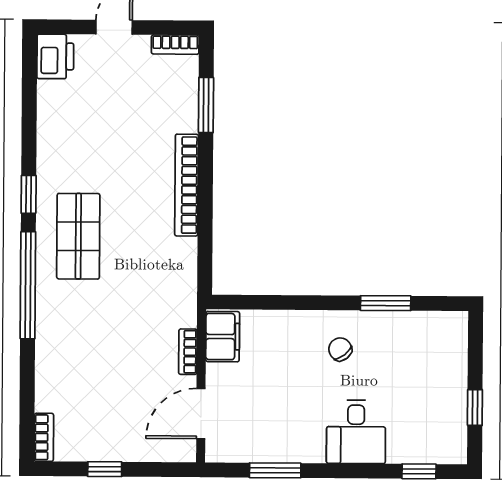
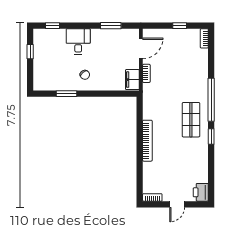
window: (206, 105) -> (140, 173), removed

